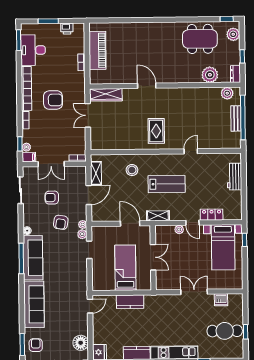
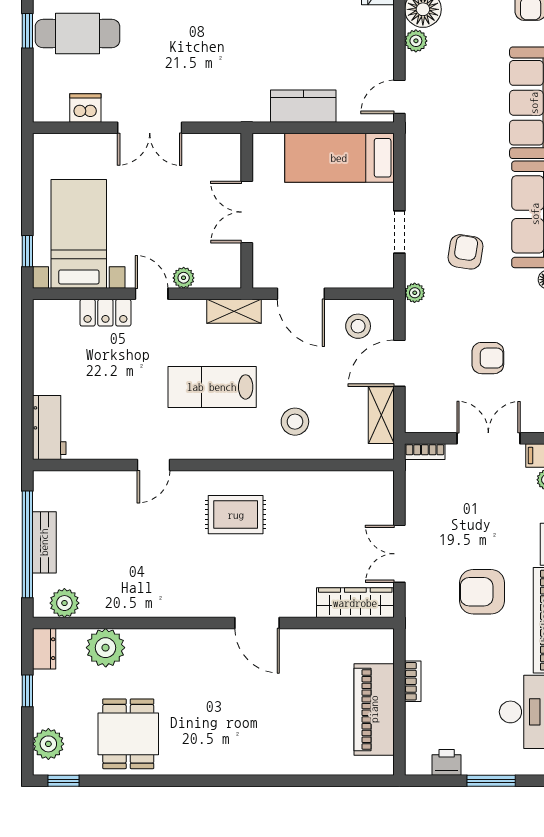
dining table: (200, 39) -> (128, 734), width x0.73
double door: (88, 115) -> (399, 554), swing flipped
rug: (156, 131) -> (236, 515), turned 90
workbench: (235, 177) -> (49, 428), moved
stool: (106, 210) -> (358, 326), added
armchair: (61, 222) -> (465, 252), moved
plant: (82, 234) -> (416, 41), moved
bed: (125, 268) -> (339, 158), moved, turned 90

